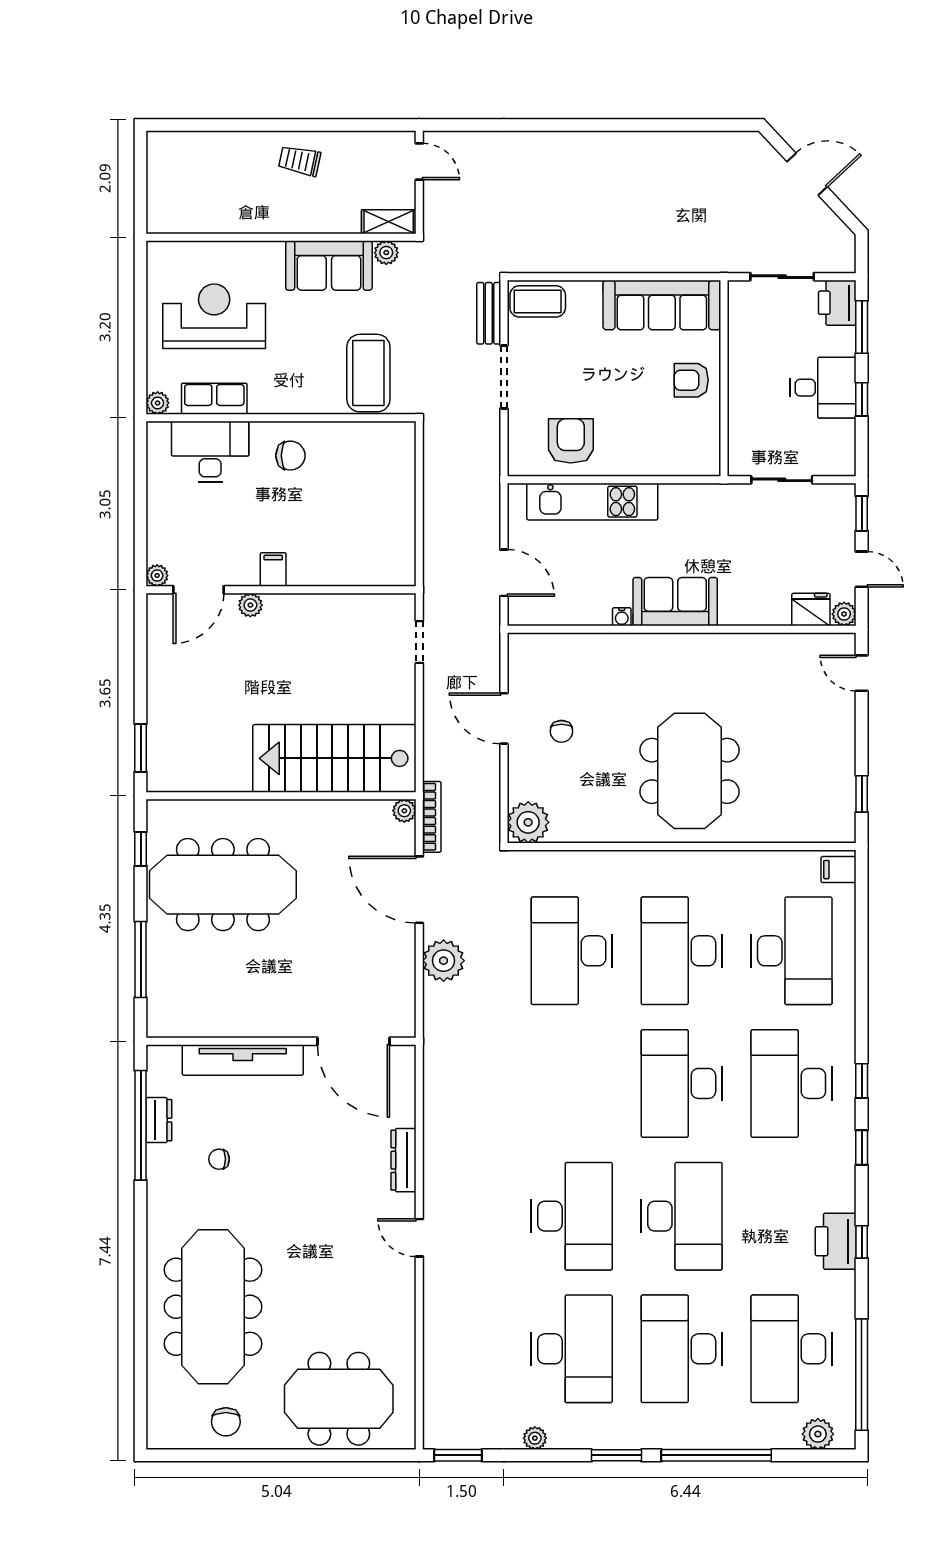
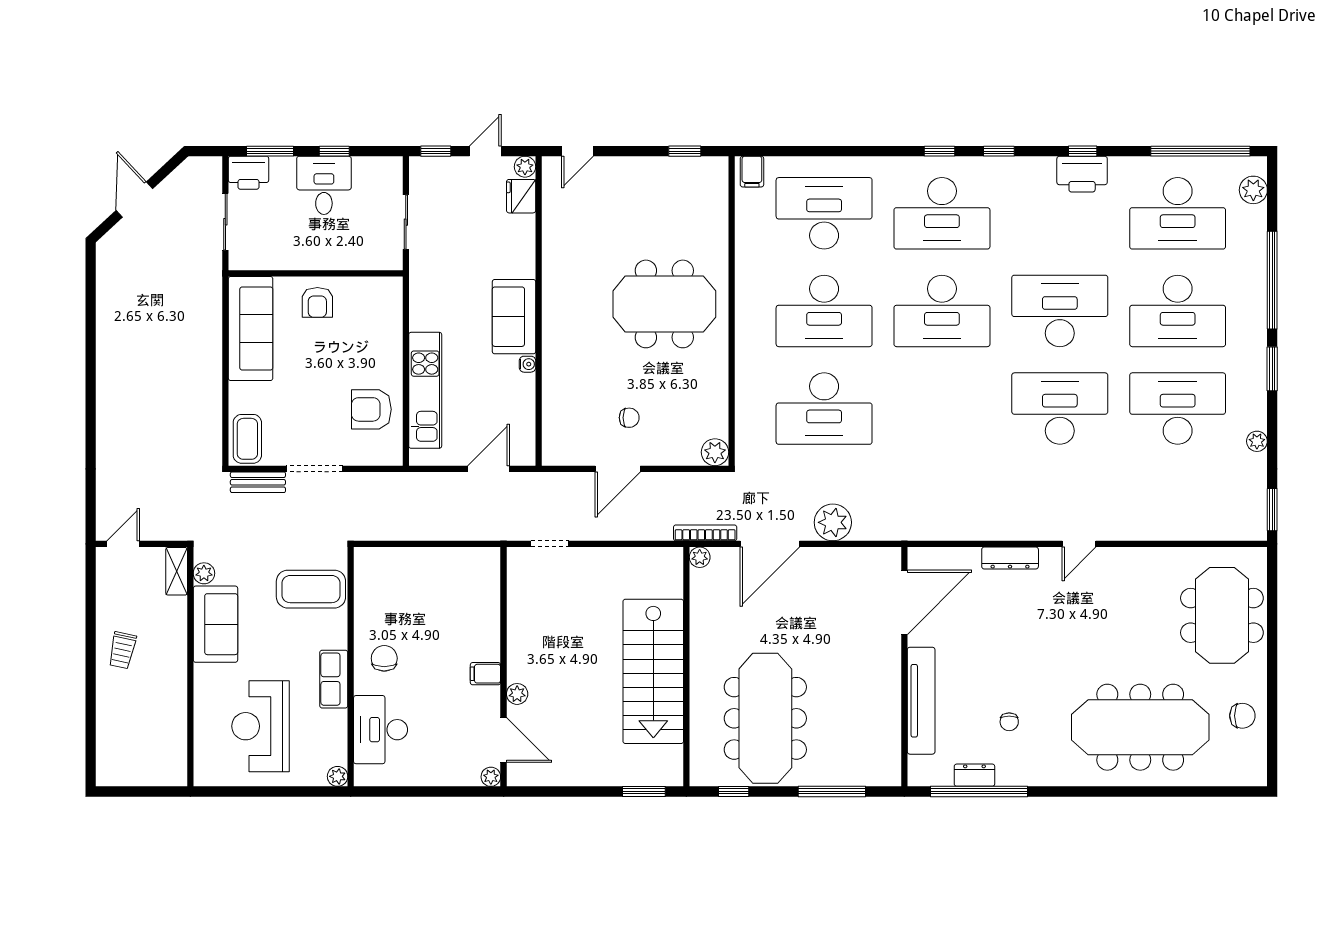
row of seats: (214, 399) -> (334, 679), moved
stairs: (334, 758) -> (653, 671), moved
plant: (528, 822) -> (715, 452), width x0.73, depth x0.73

